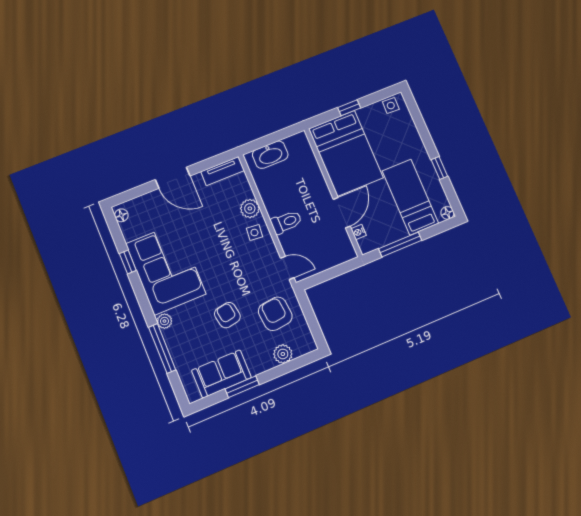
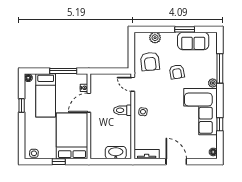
plant: (250, 209) -> (140, 126), removed

